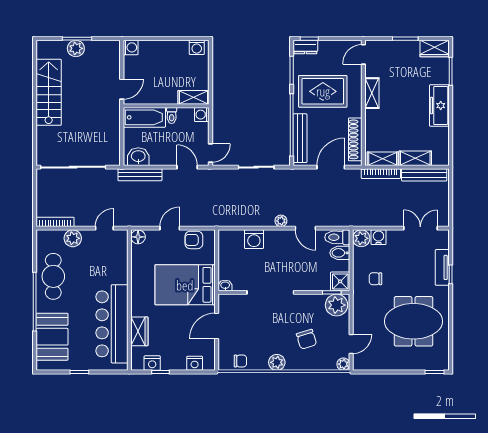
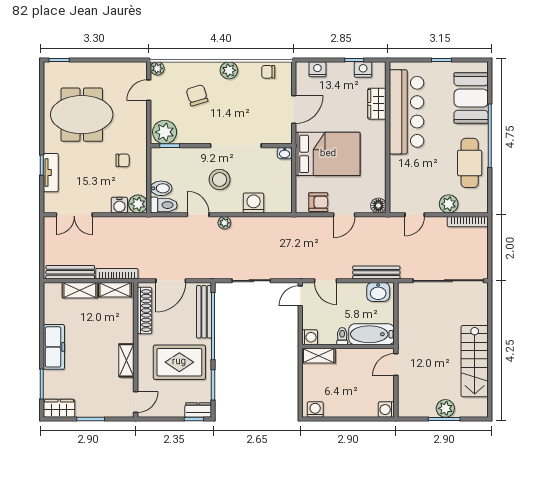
stool: (285, 261) -> (220, 180), added
shower: (340, 281) -> (161, 158), removed

